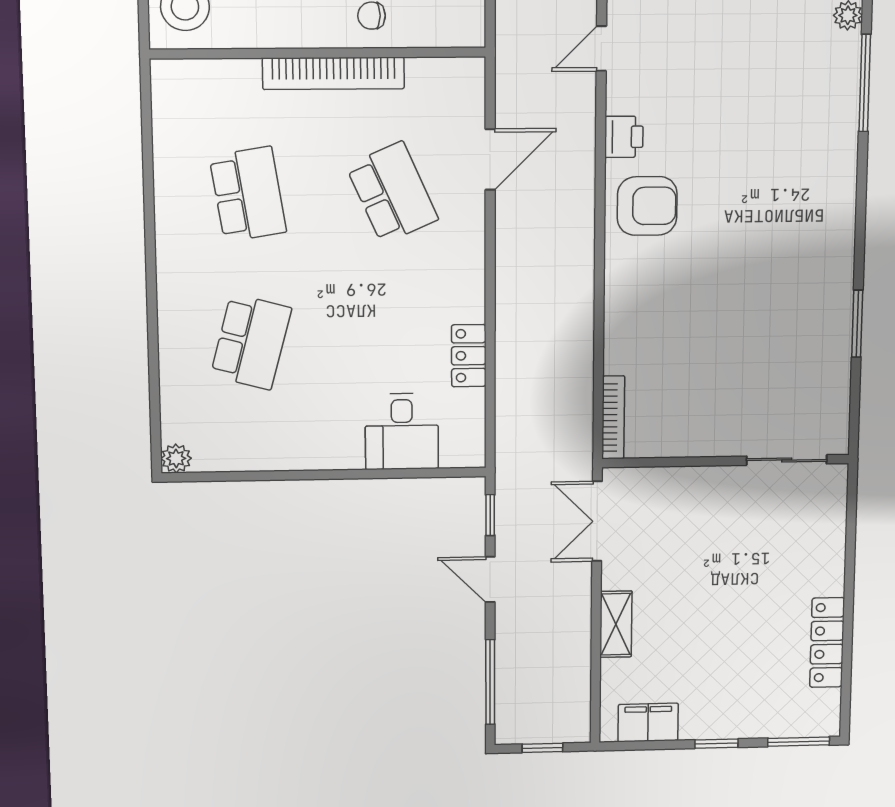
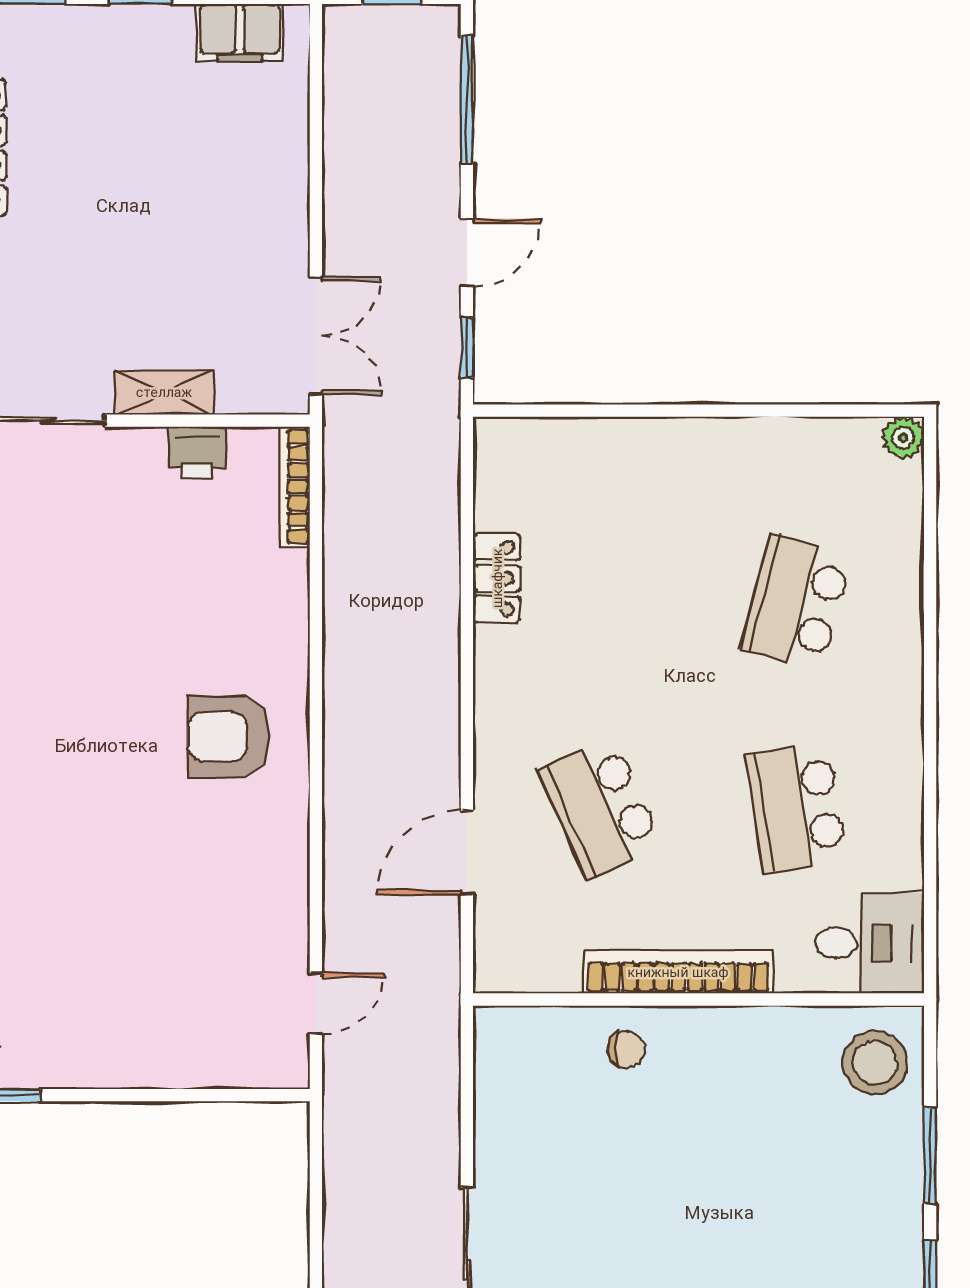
printer: (624, 137) -> (197, 453), moved, turned -90
armchair: (647, 206) -> (229, 737), moved
desk: (402, 432) -> (870, 943), moved, turned 90
door: (490, 579) -> (467, 253), hinge flipped
shelving: (616, 624) -> (164, 392), moved, turned 90

